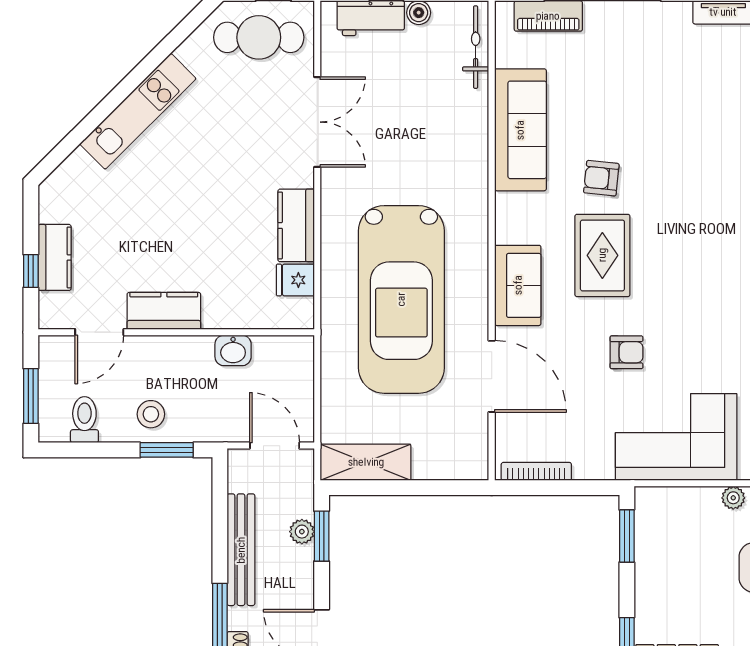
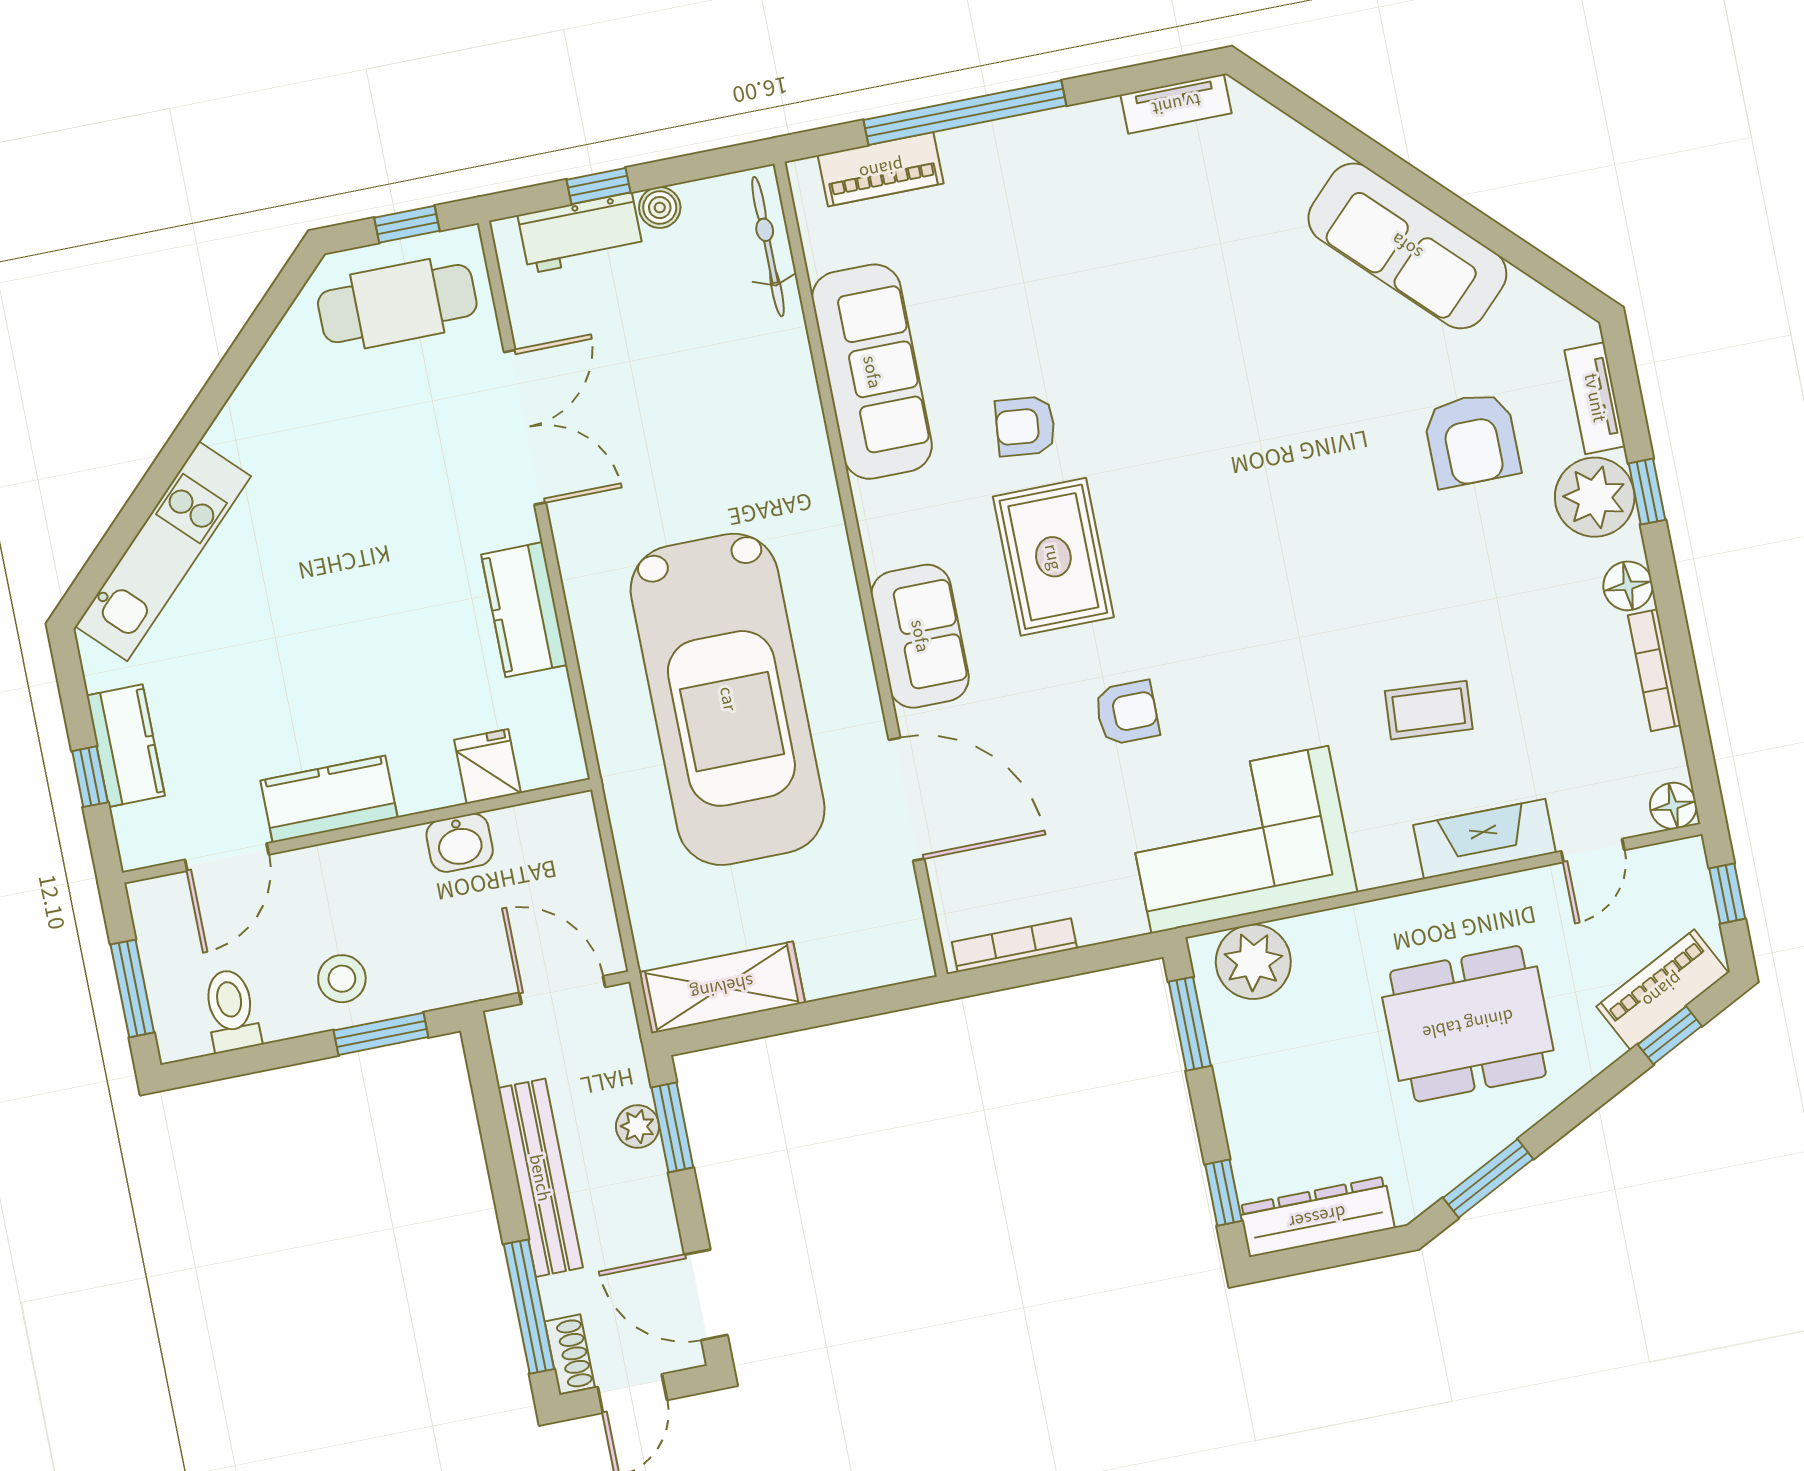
kitchen unit: (138, 111) -> (163, 551), moved
fridge: (295, 280) -> (487, 766), moved, turned 90
plant: (733, 498) -> (1253, 962), moved, width x1.87, depth x1.87

